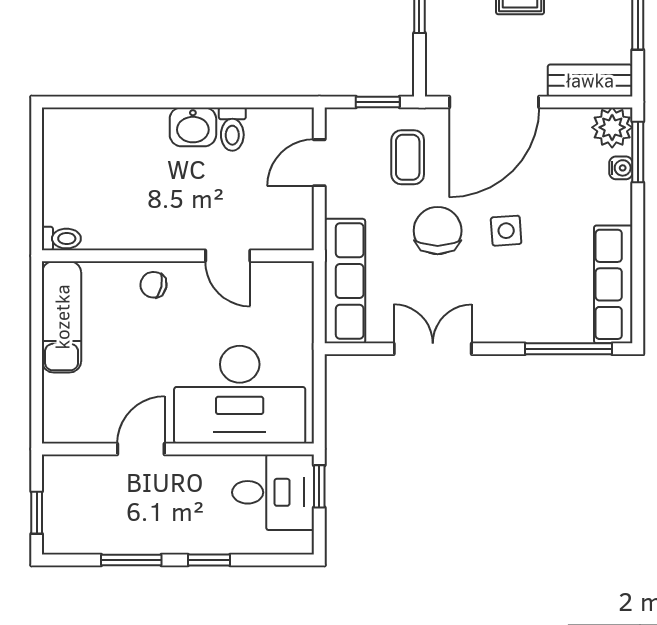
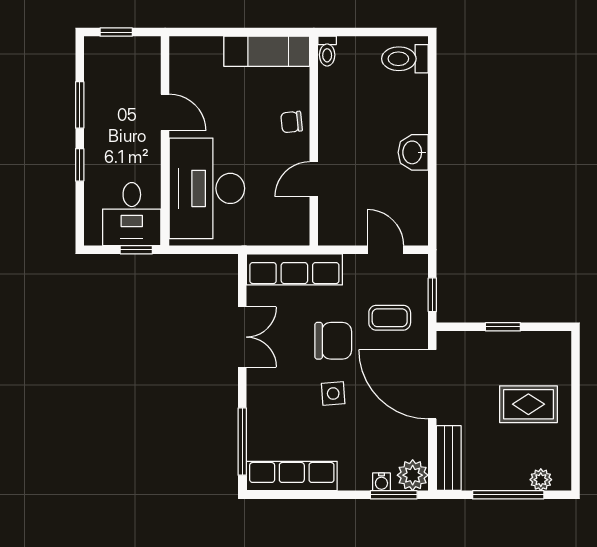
toilet: (232, 129) -> (405, 59), moved, width x1.37, depth x1.39
chair: (153, 285) -> (292, 122), turned -108

